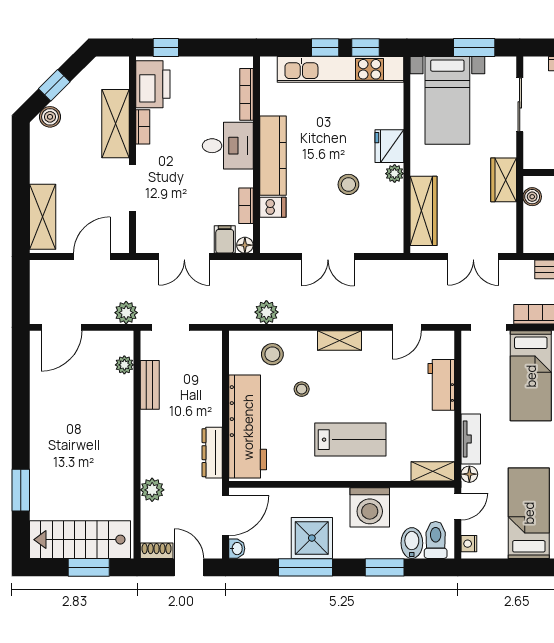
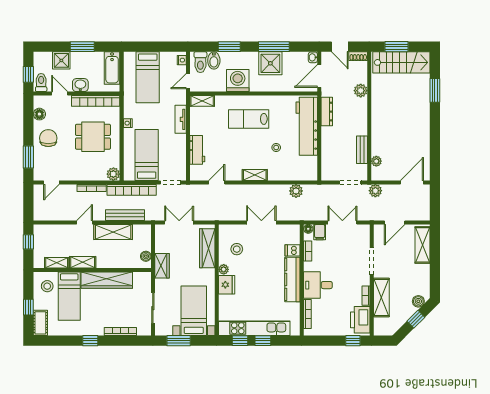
stool: (348, 184) -> (237, 249), moved
stool: (272, 354) -> (293, 167), removed
floor lamp: (469, 474) -> (181, 99), removed

